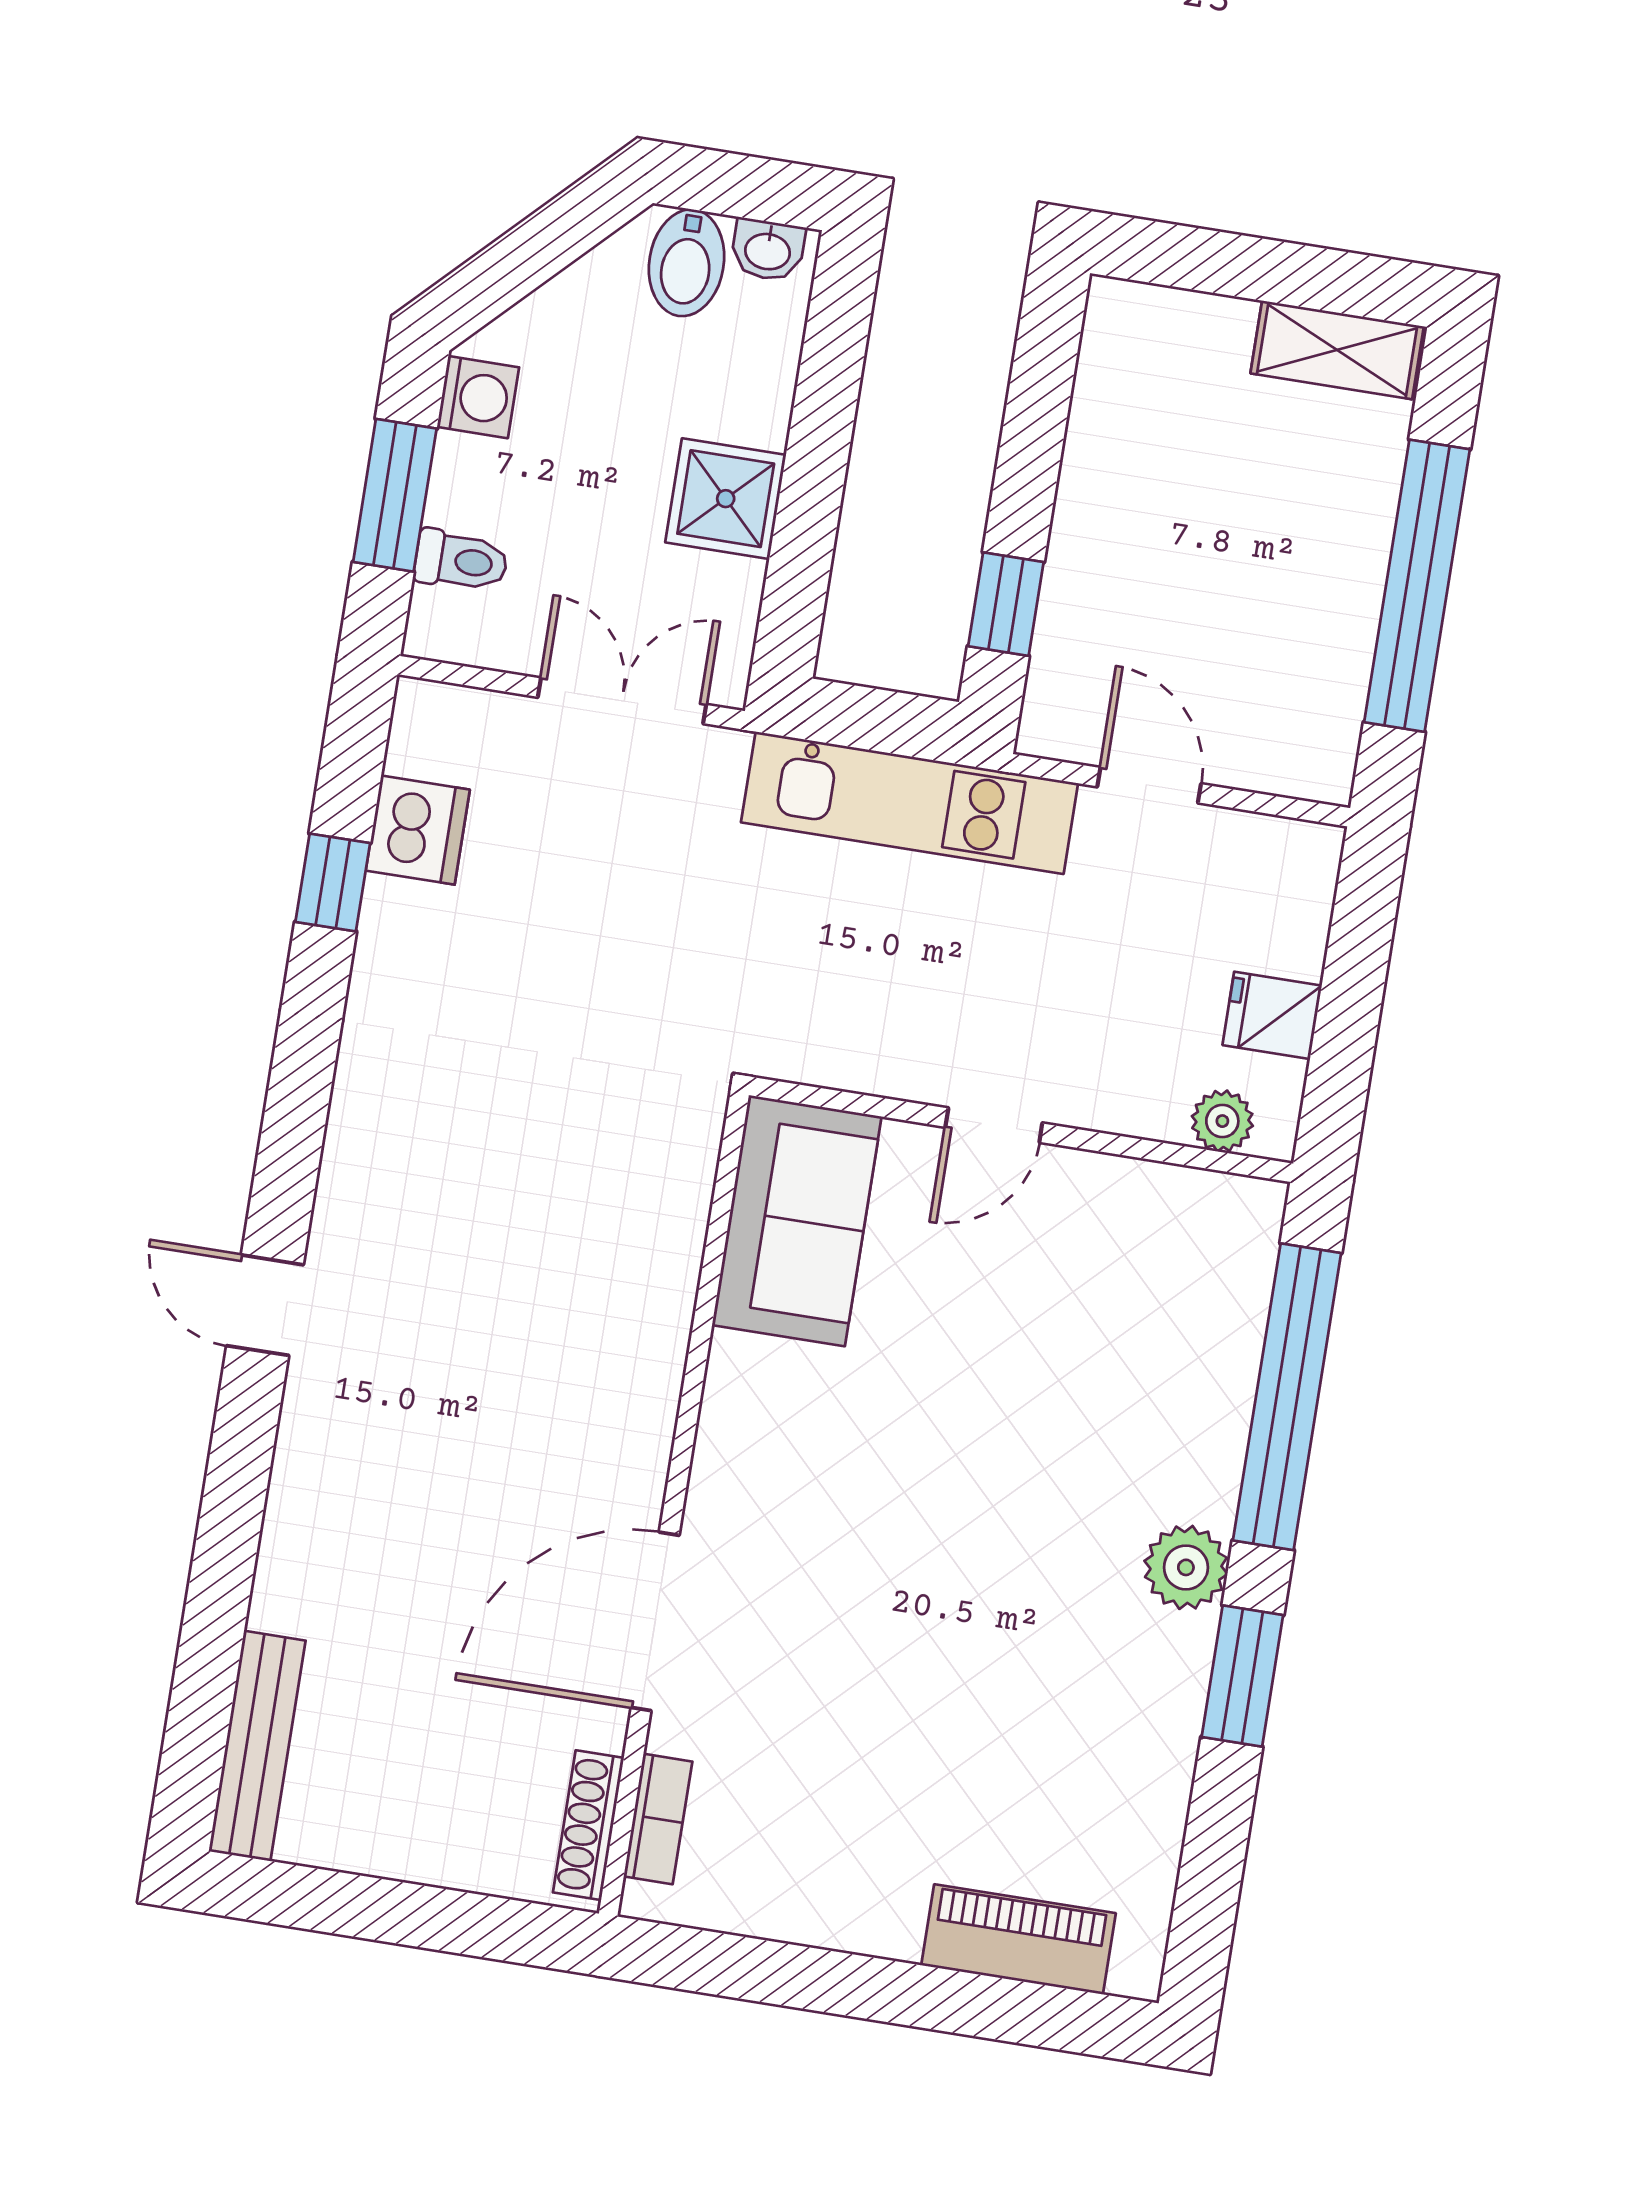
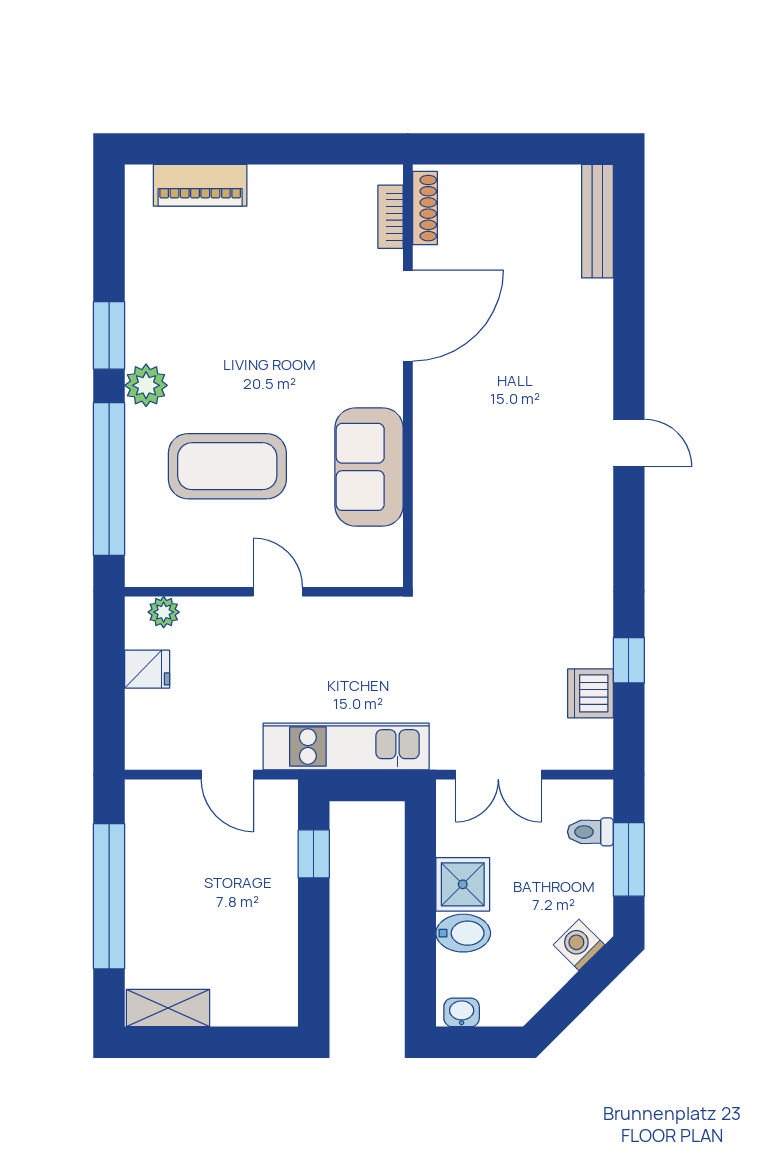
bidet: (686, 263) -> (463, 933), moved, turned 90
washing machine: (478, 397) -> (579, 945), moved, turned 45
door: (994, 1125) -> (278, 592), hinge flipped
sofa: (797, 1221) -> (369, 467), moved
coffee table: (1053, 1385) -> (227, 466), added

